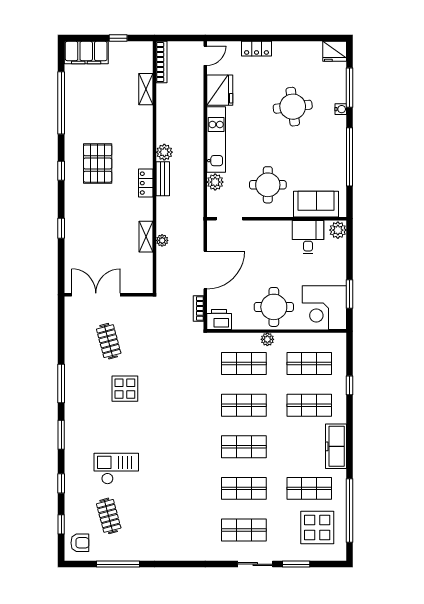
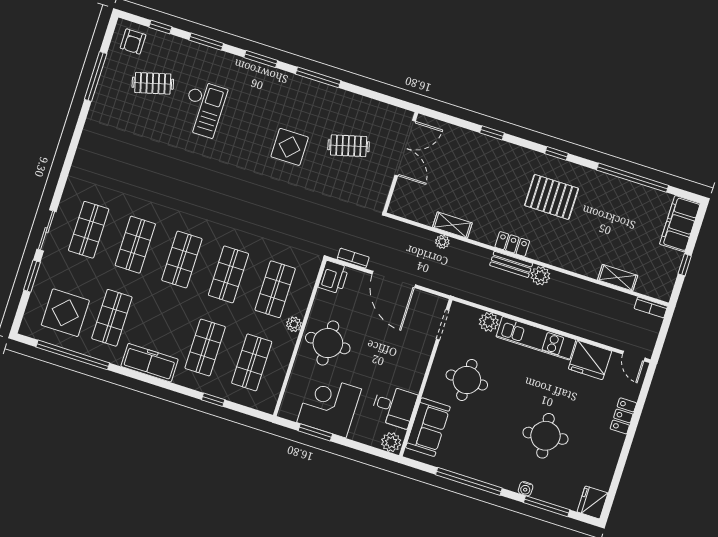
bookcase: (161, 62) -> (651, 307), width x0.64
corner desk: (324, 308) -> (329, 406), moved
window: (61, 483) -> (206, 42), width x1.50

